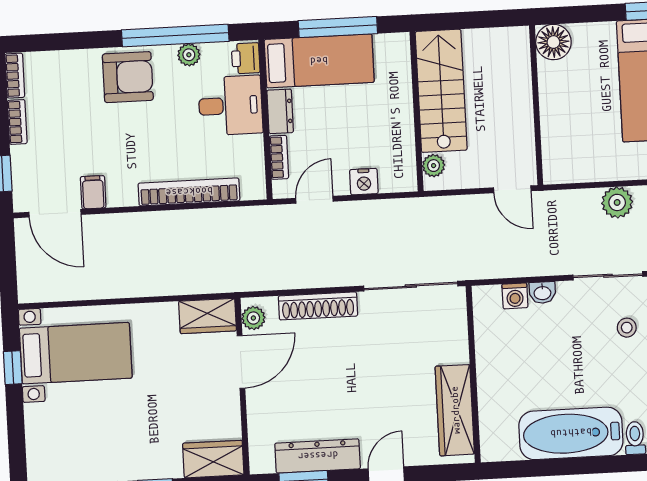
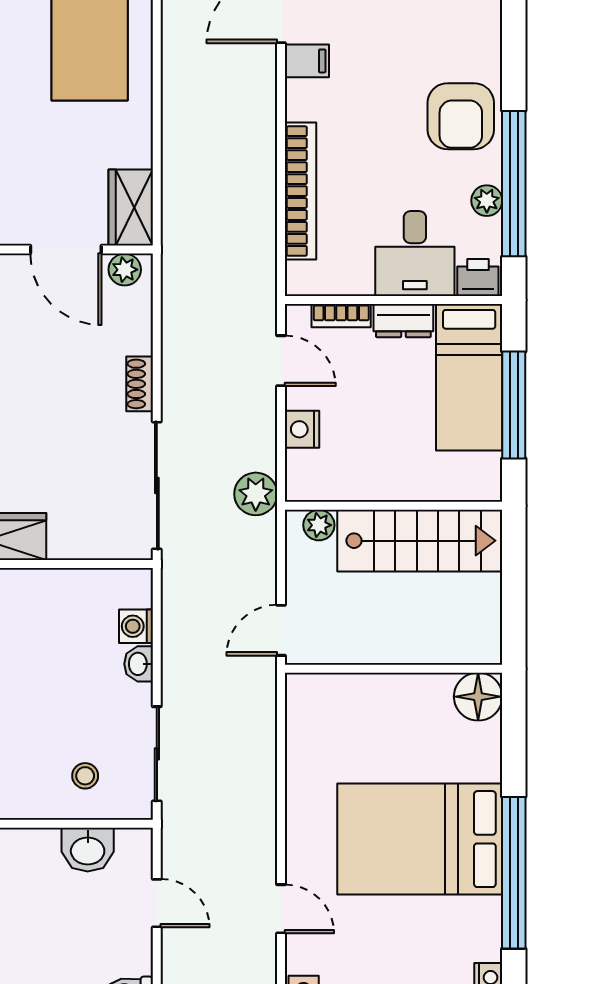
plant: (617, 202) -> (256, 494), moved
shoe rack: (318, 306) -> (140, 384), width x0.51, depth x0.81

